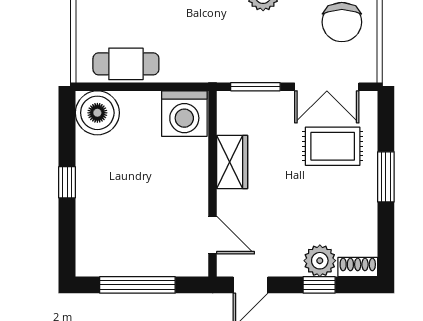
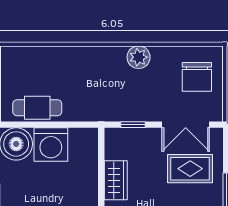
window: (255, 87) -> (133, 125), width x0.67
washing machine: (184, 114) -> (51, 145), moved

